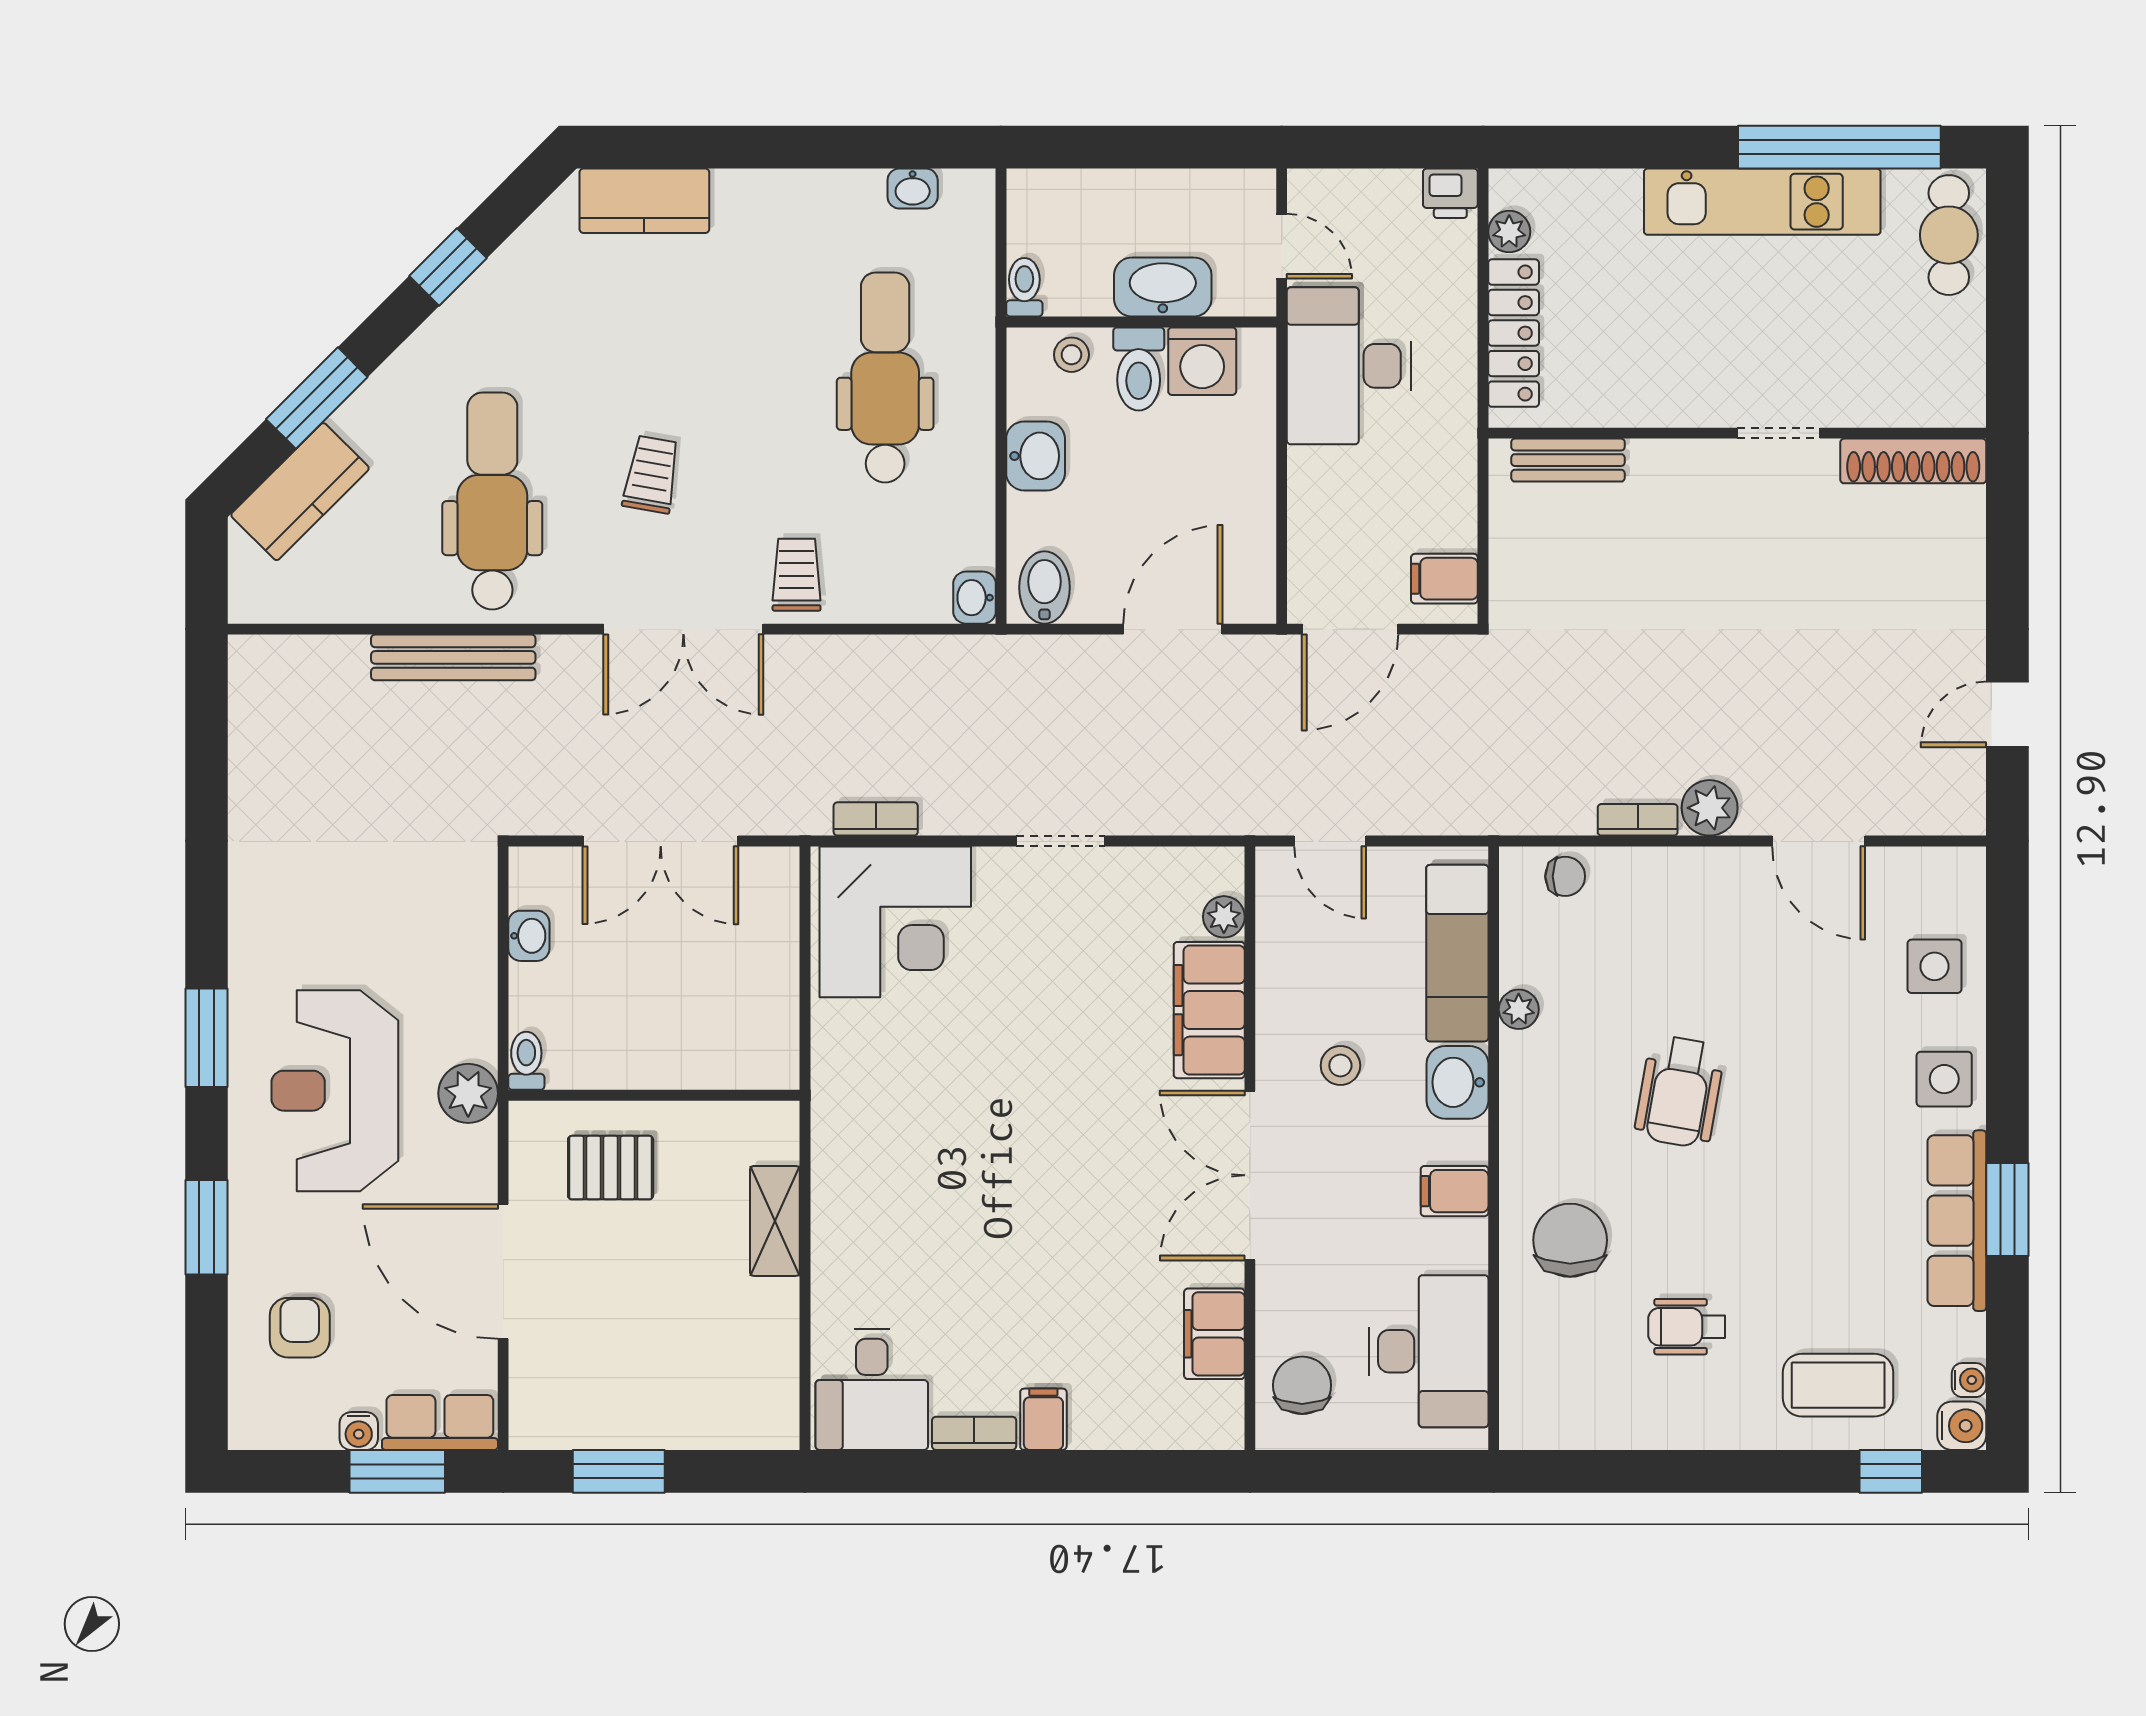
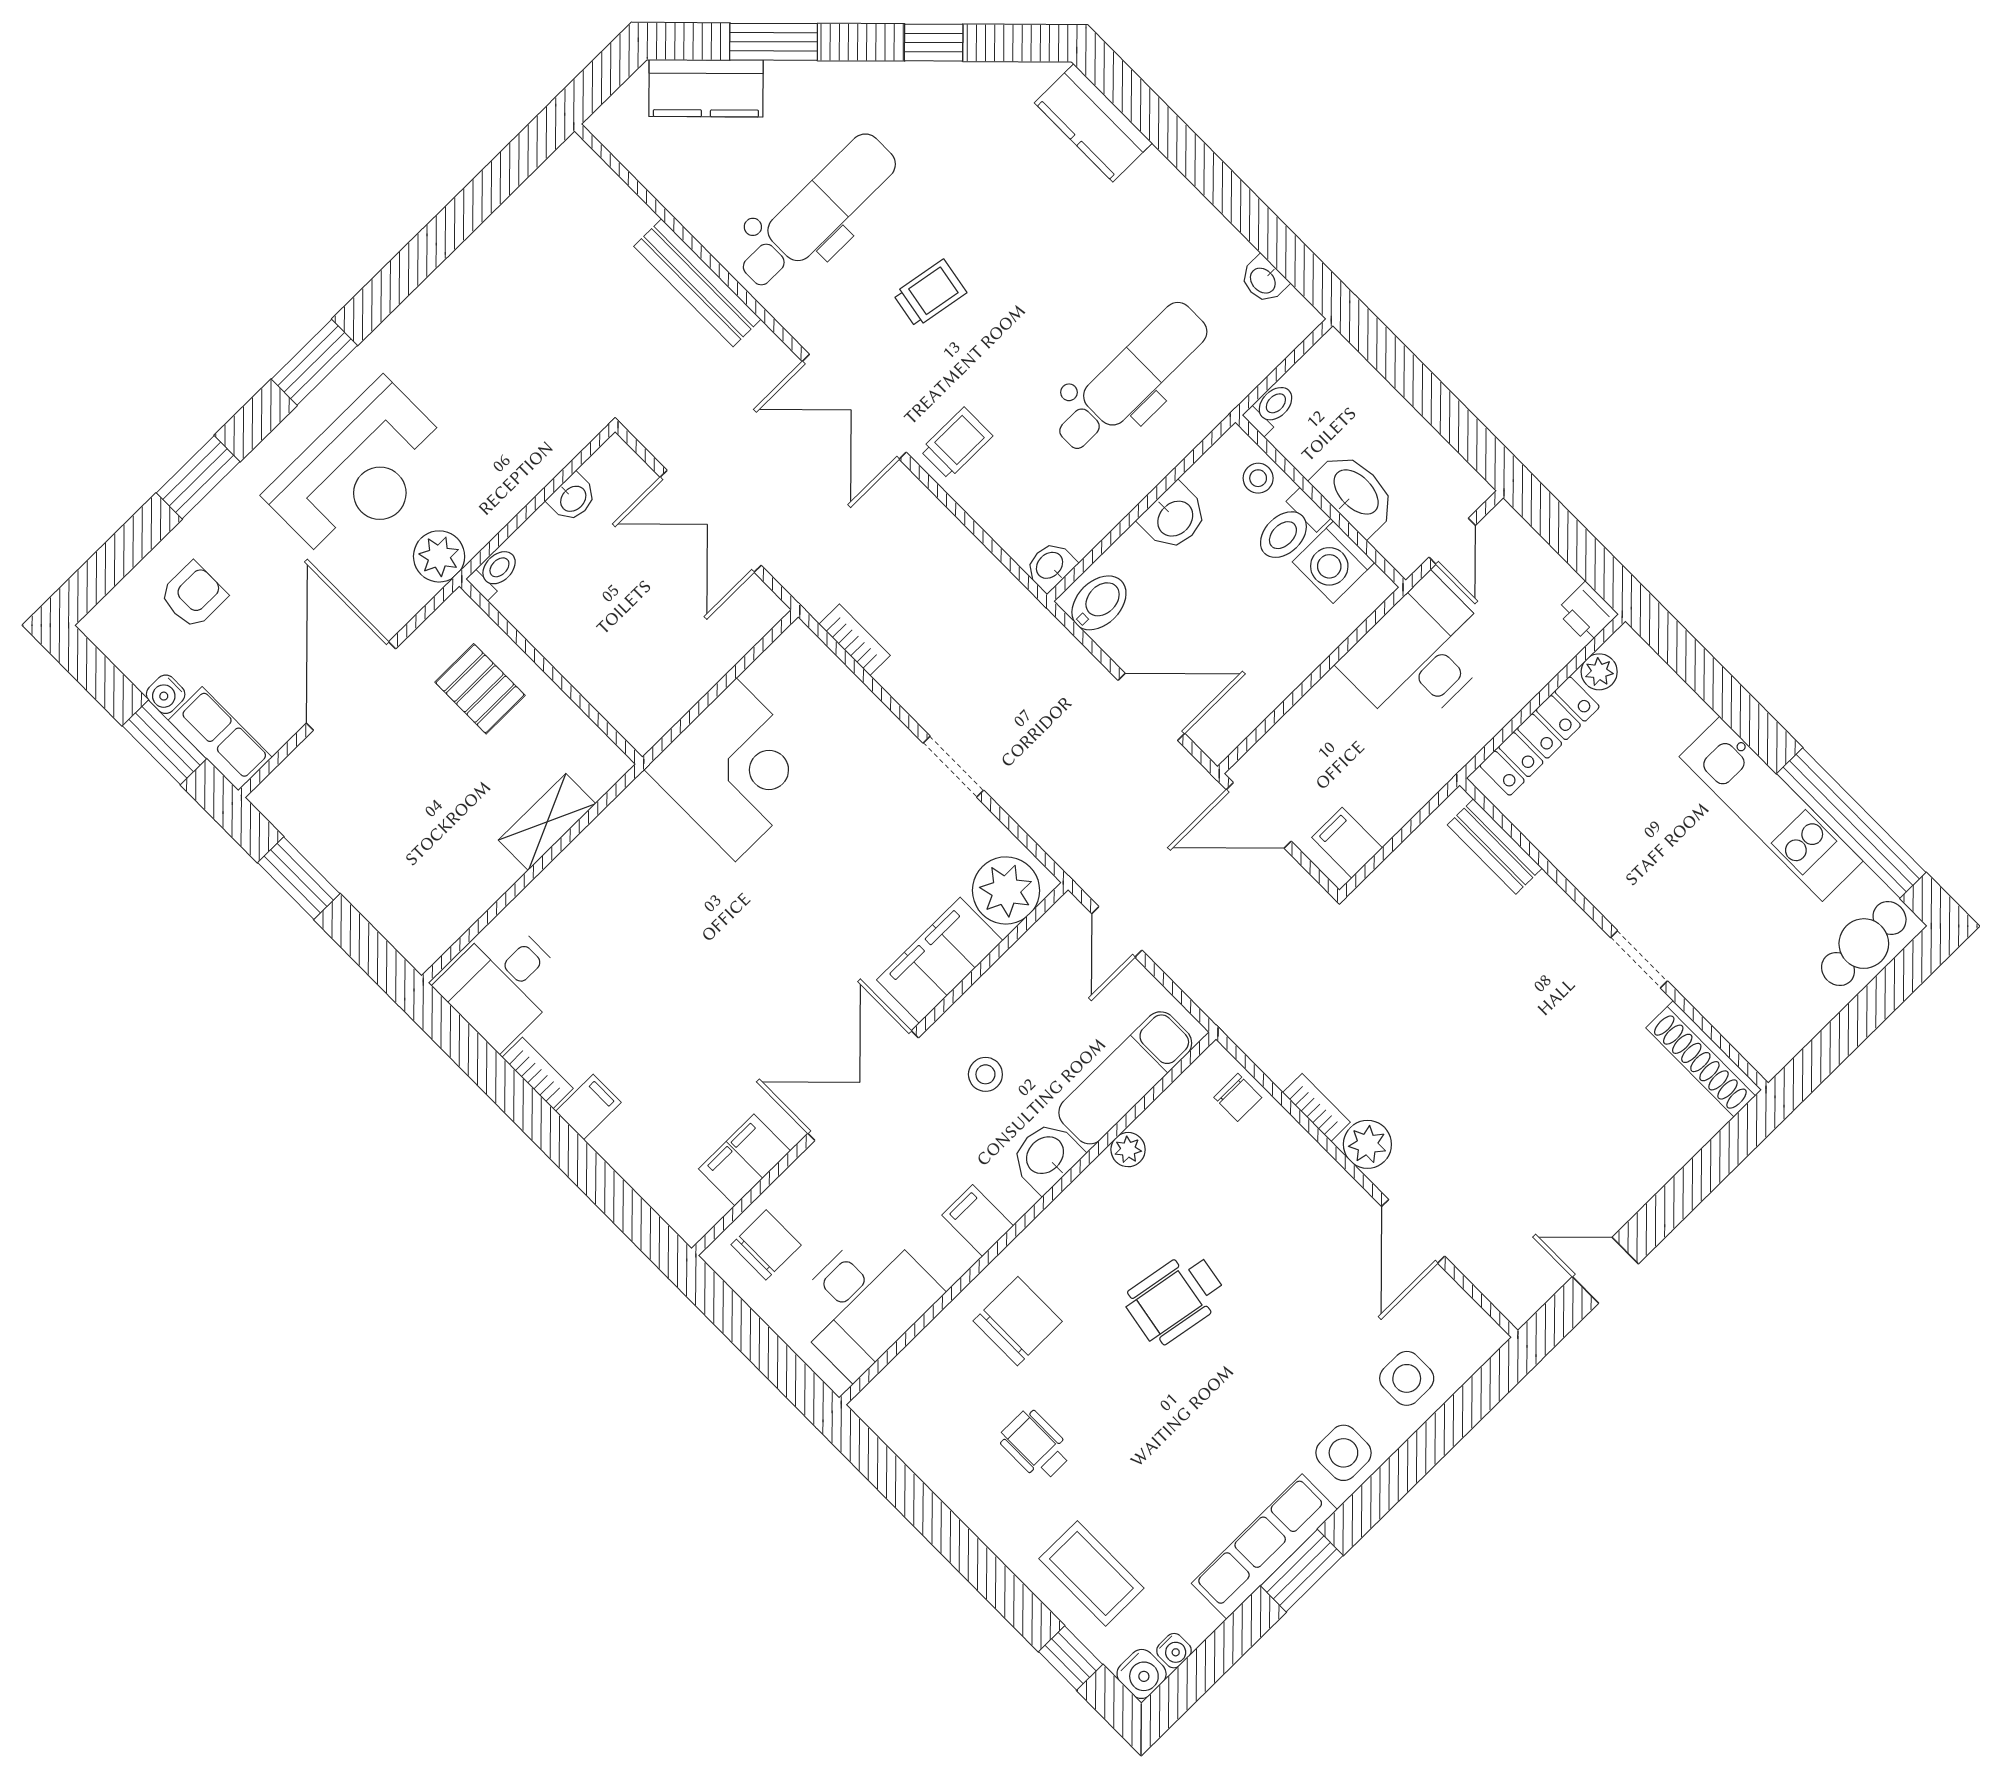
plant: (1224, 917) -> (1006, 890), width x1.87, depth x1.87
corner desk: (895, 922) -> (736, 770), moved, turned -90
reception desk: (335, 1091) -> (360, 473), turned 180

